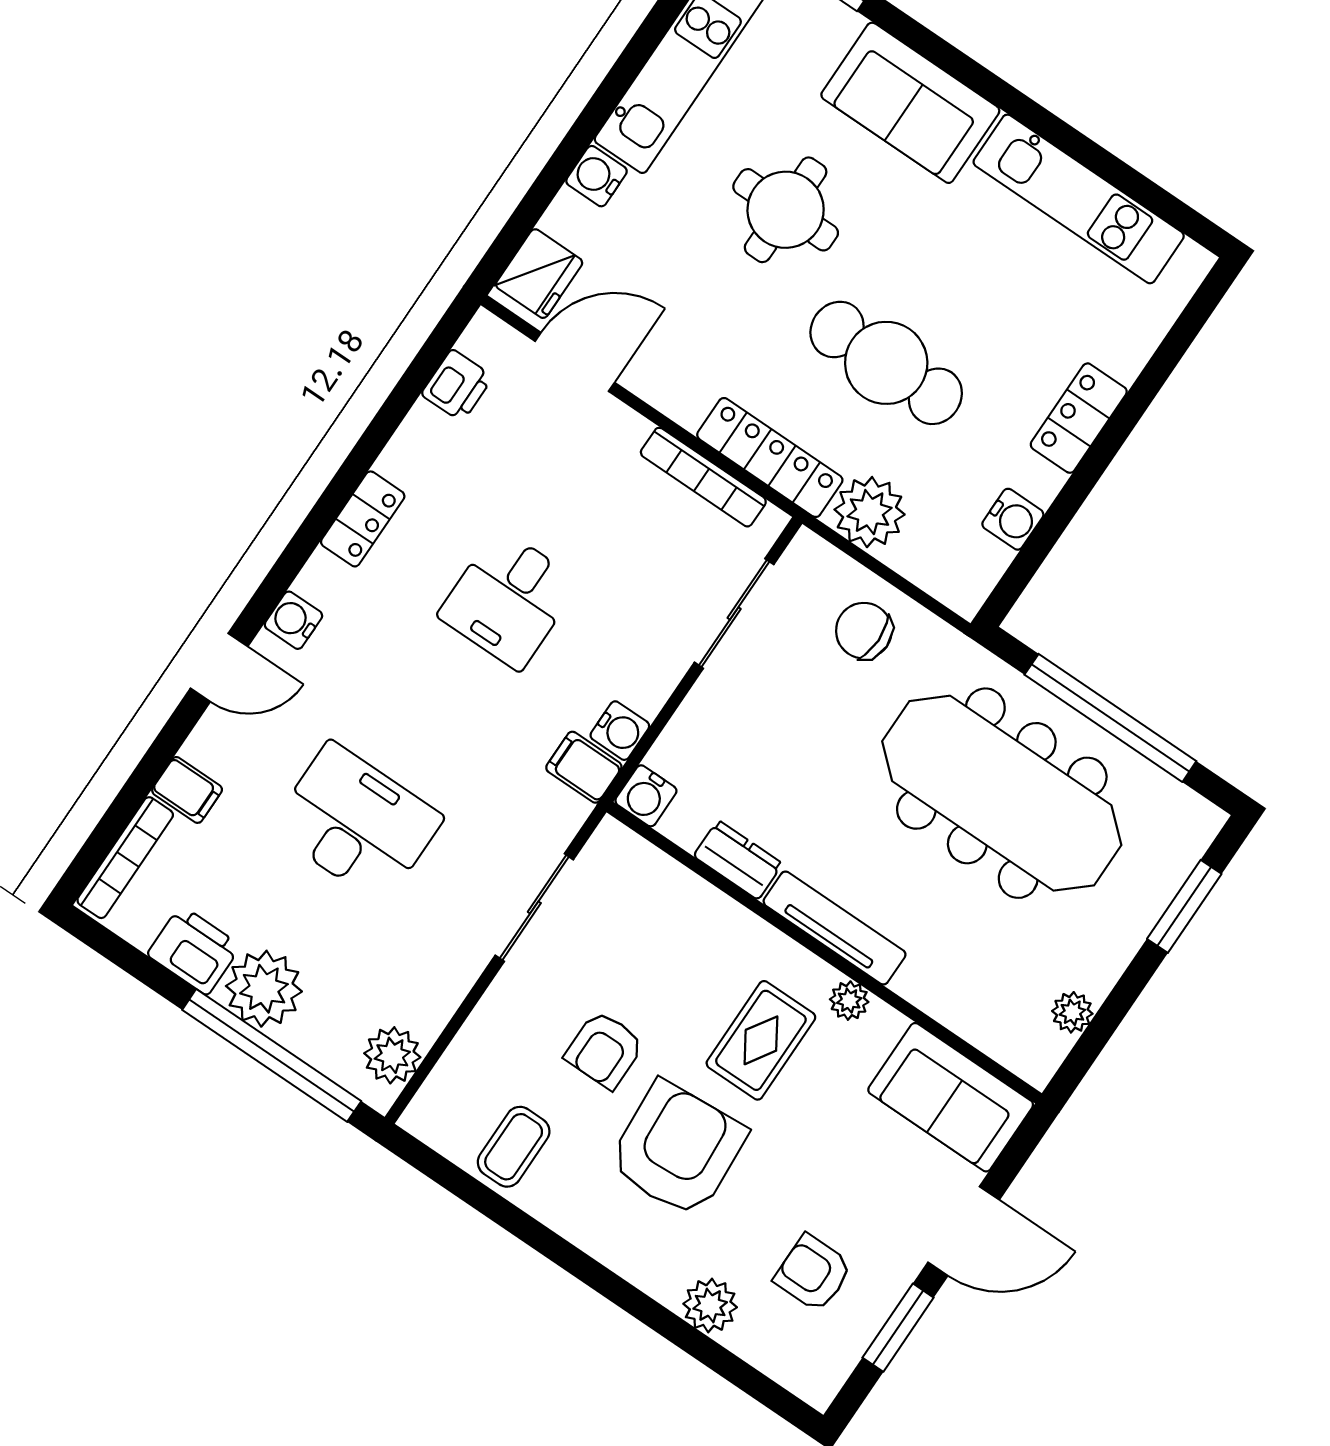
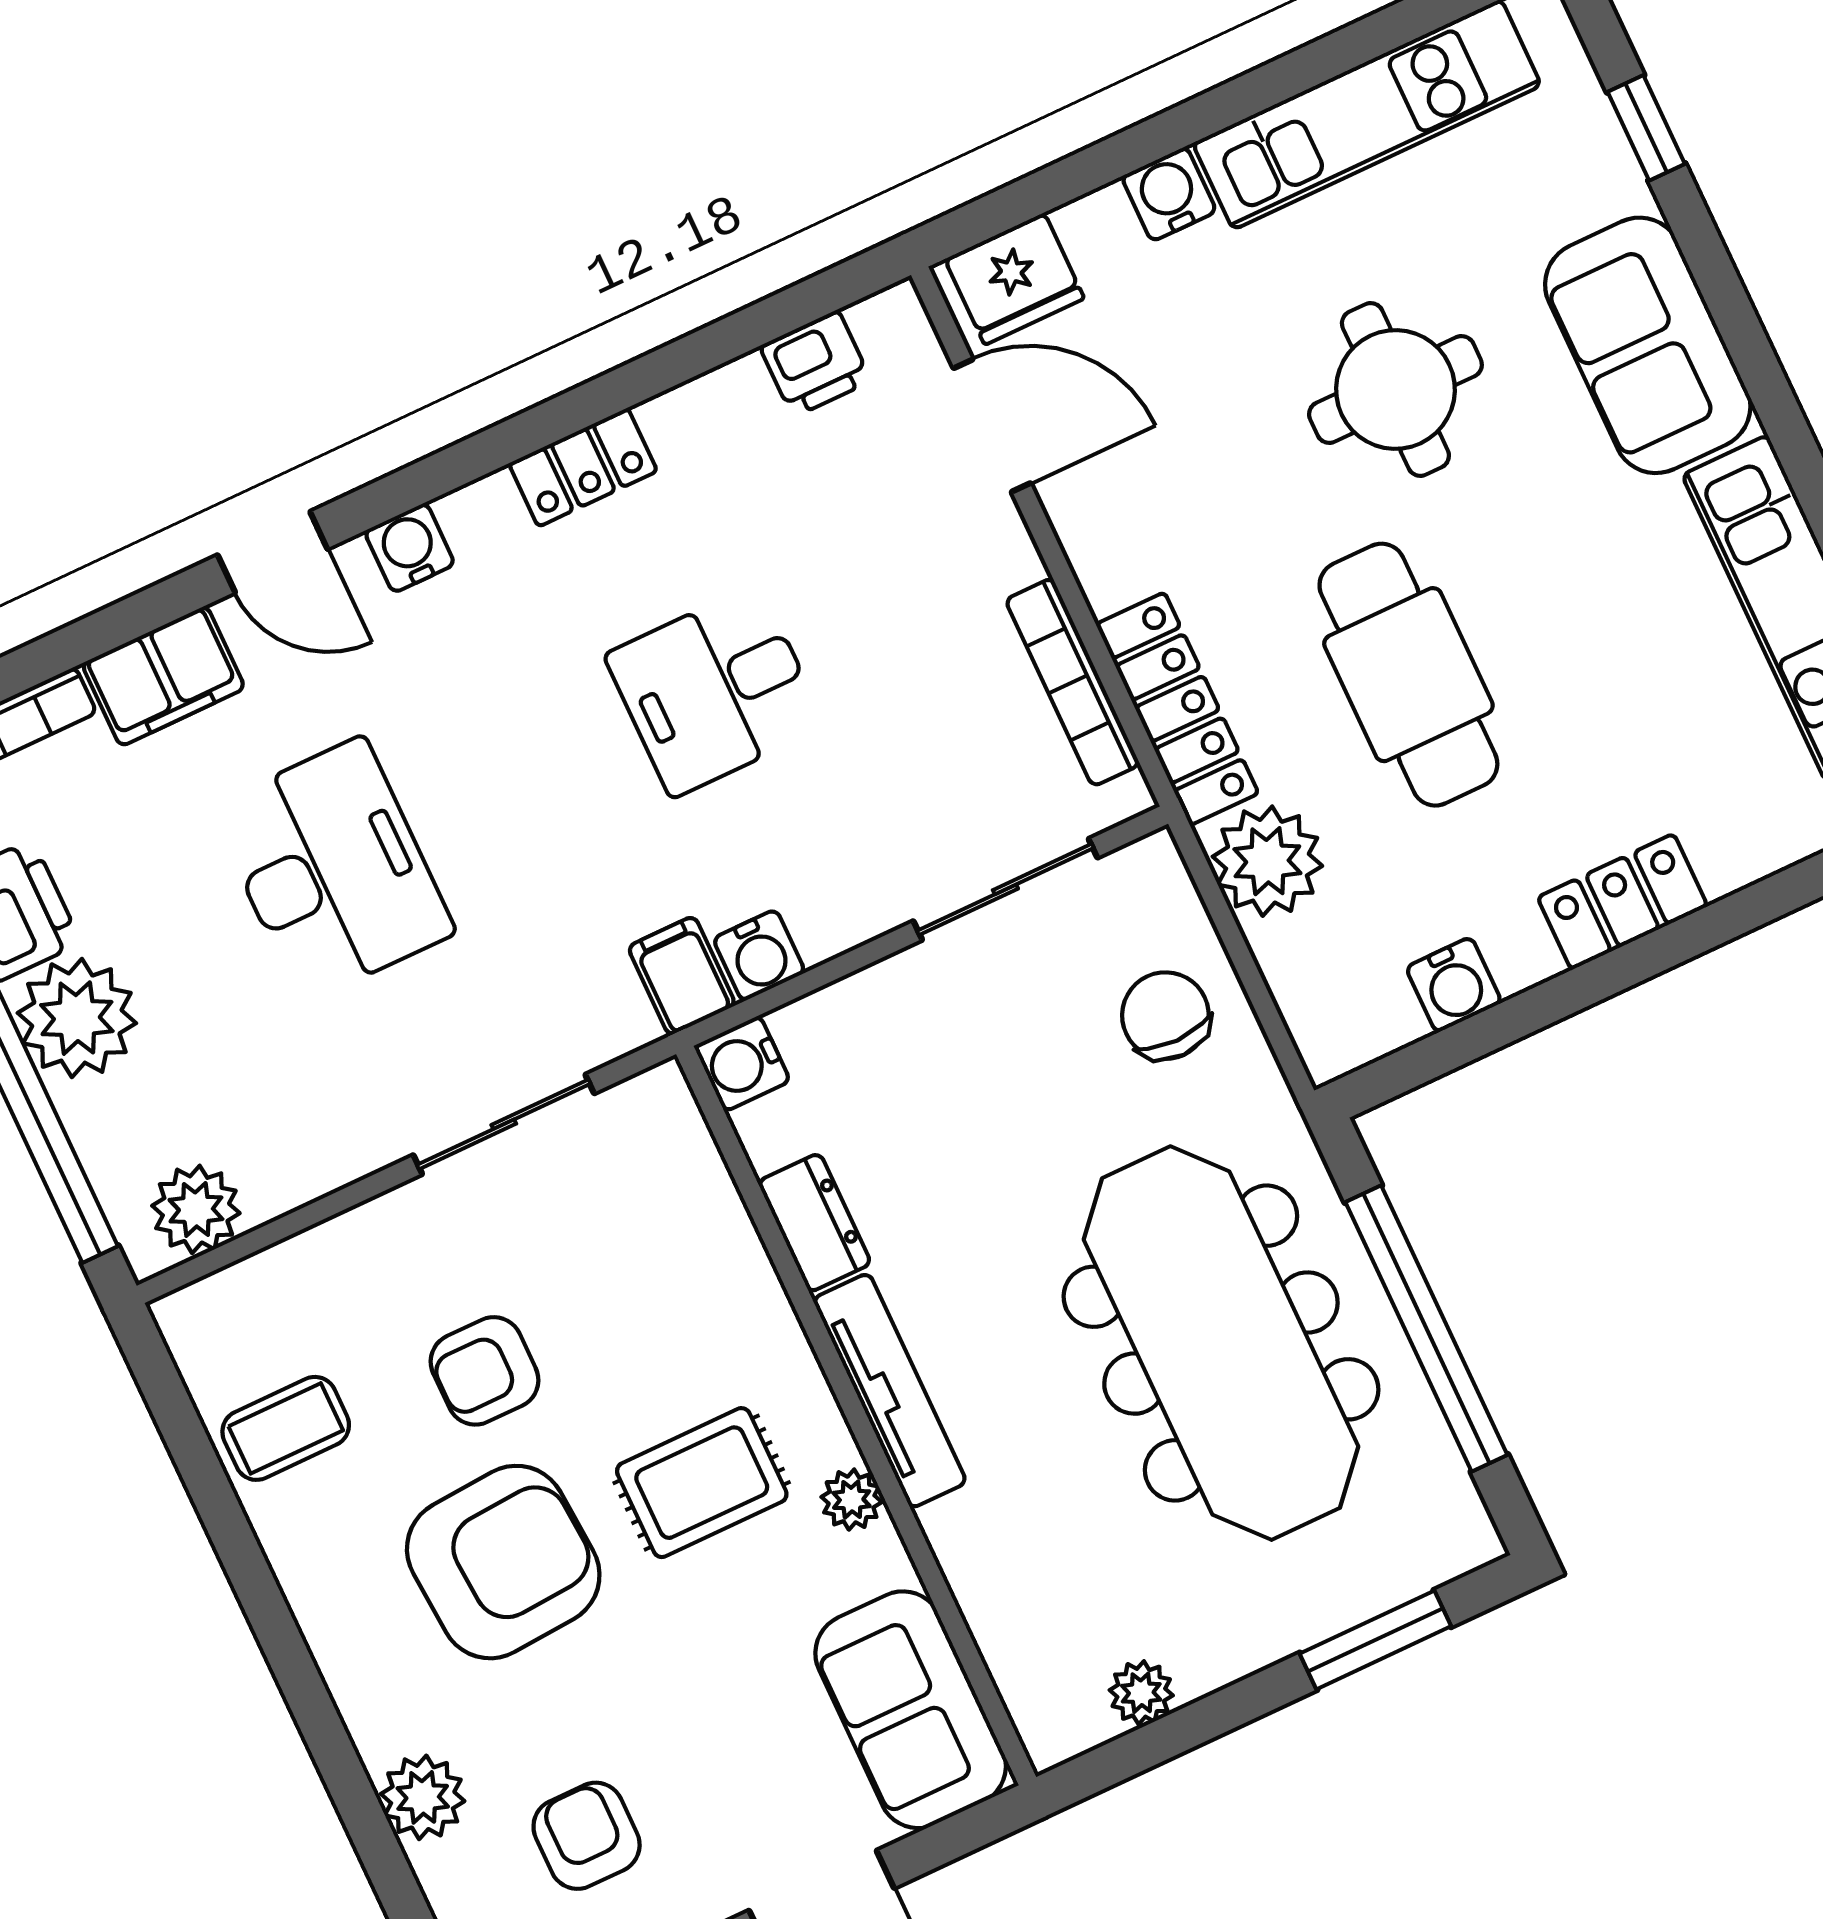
filing cabinet: (187, 790) -> (163, 676), width x2.00

